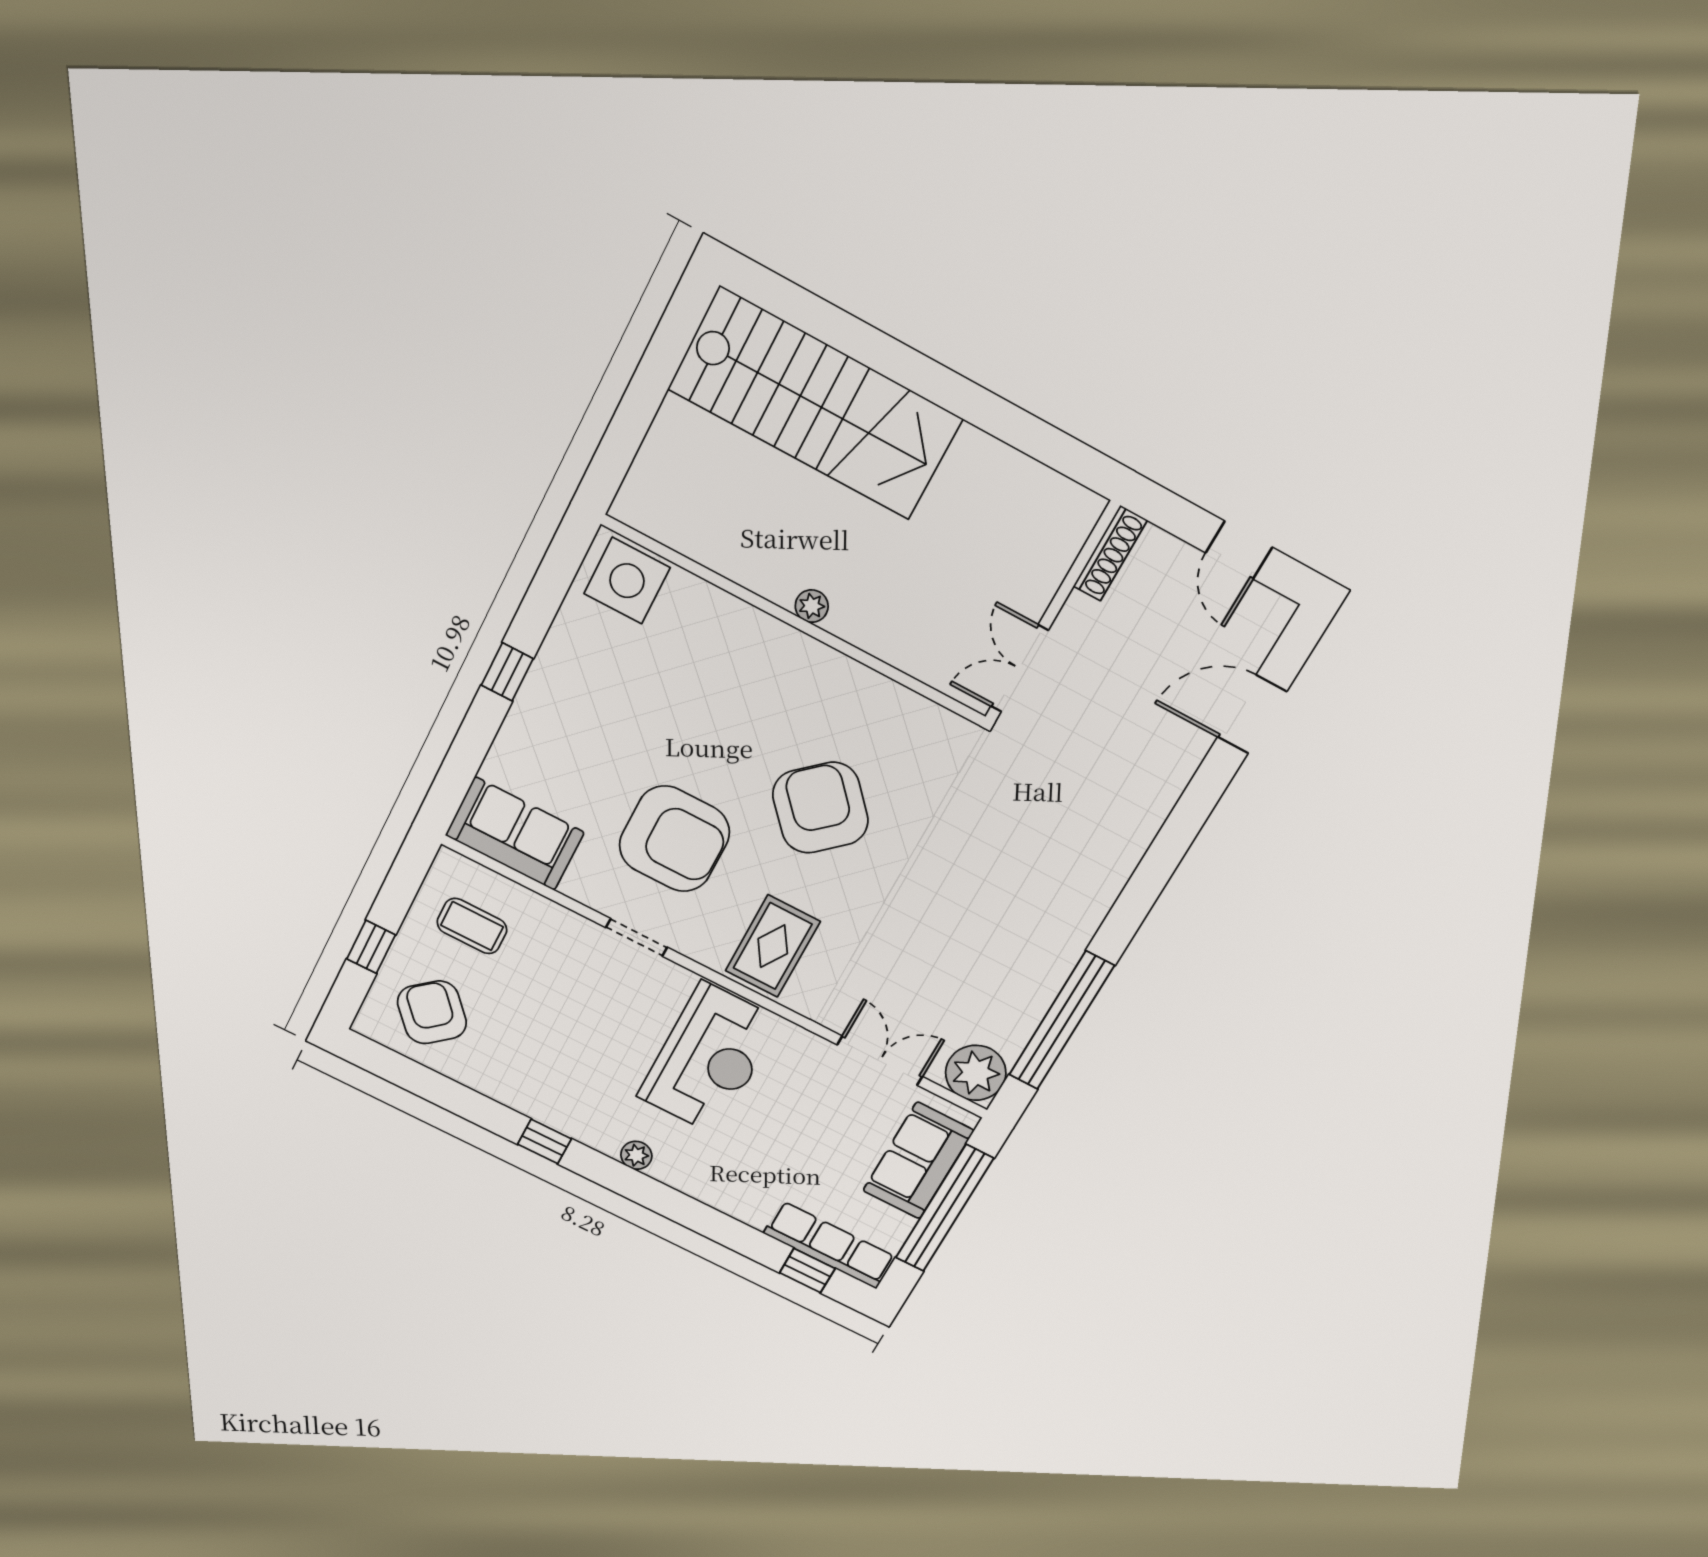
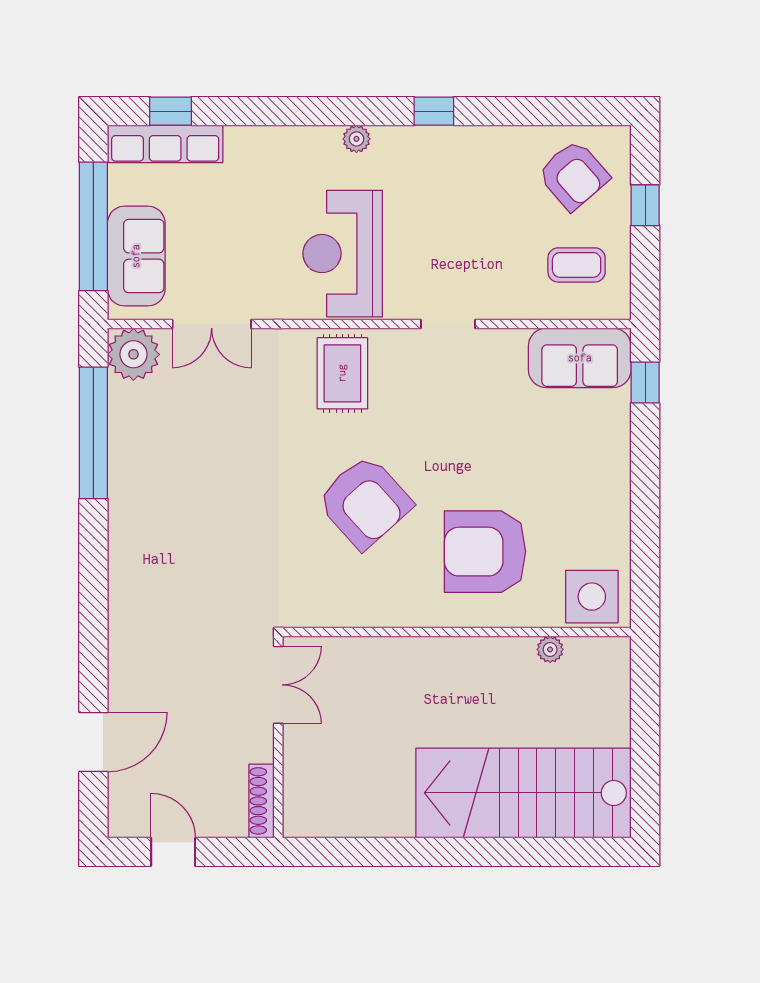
plant: (812, 606) -> (550, 649), moved
window: (507, 672) -> (645, 383), moved
armchair: (674, 839) -> (485, 552), moved

